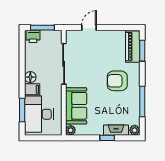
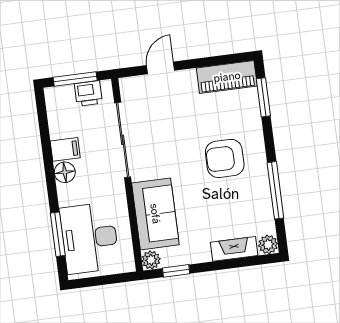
printer: (33, 36) -> (88, 93), moved
piano: (133, 47) -> (227, 77), moved, turned -90
filing cabinet: (32, 89) -> (65, 149), moved
window: (107, 138) -> (176, 271), moved

